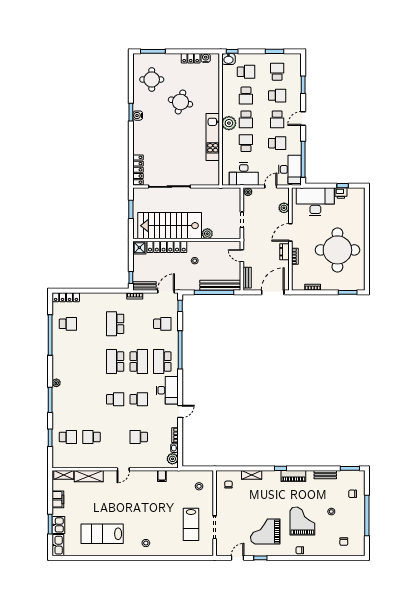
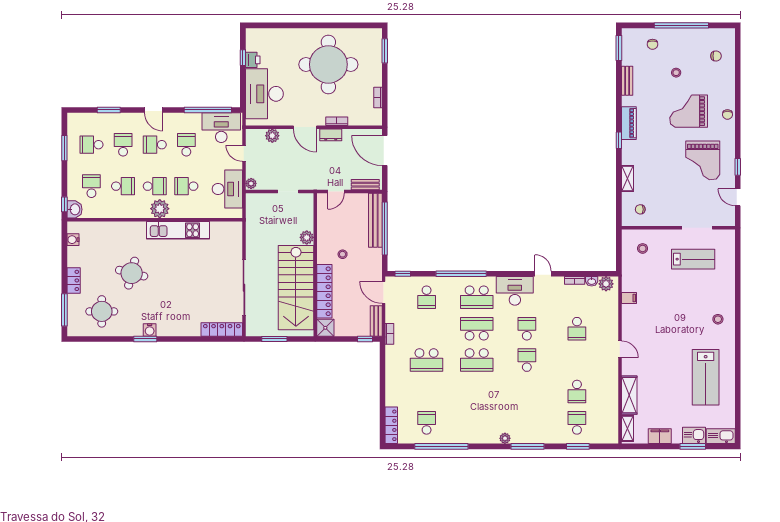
locker: (191, 58) -> (74, 280), moved
school desk: (277, 119) -> (155, 145), turned 180
school desk: (162, 324) -> (427, 297), turned 180

